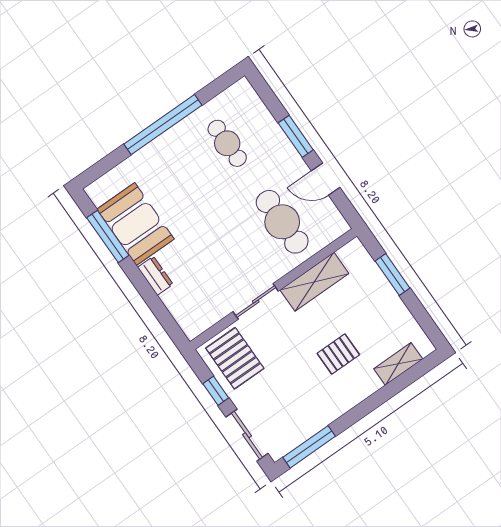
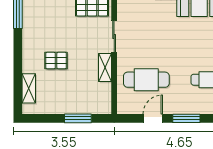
shelving: (314, 282) -> (105, 68), width x0.67, depth x0.75
pallet: (338, 354) -> (56, 61), turned 90

